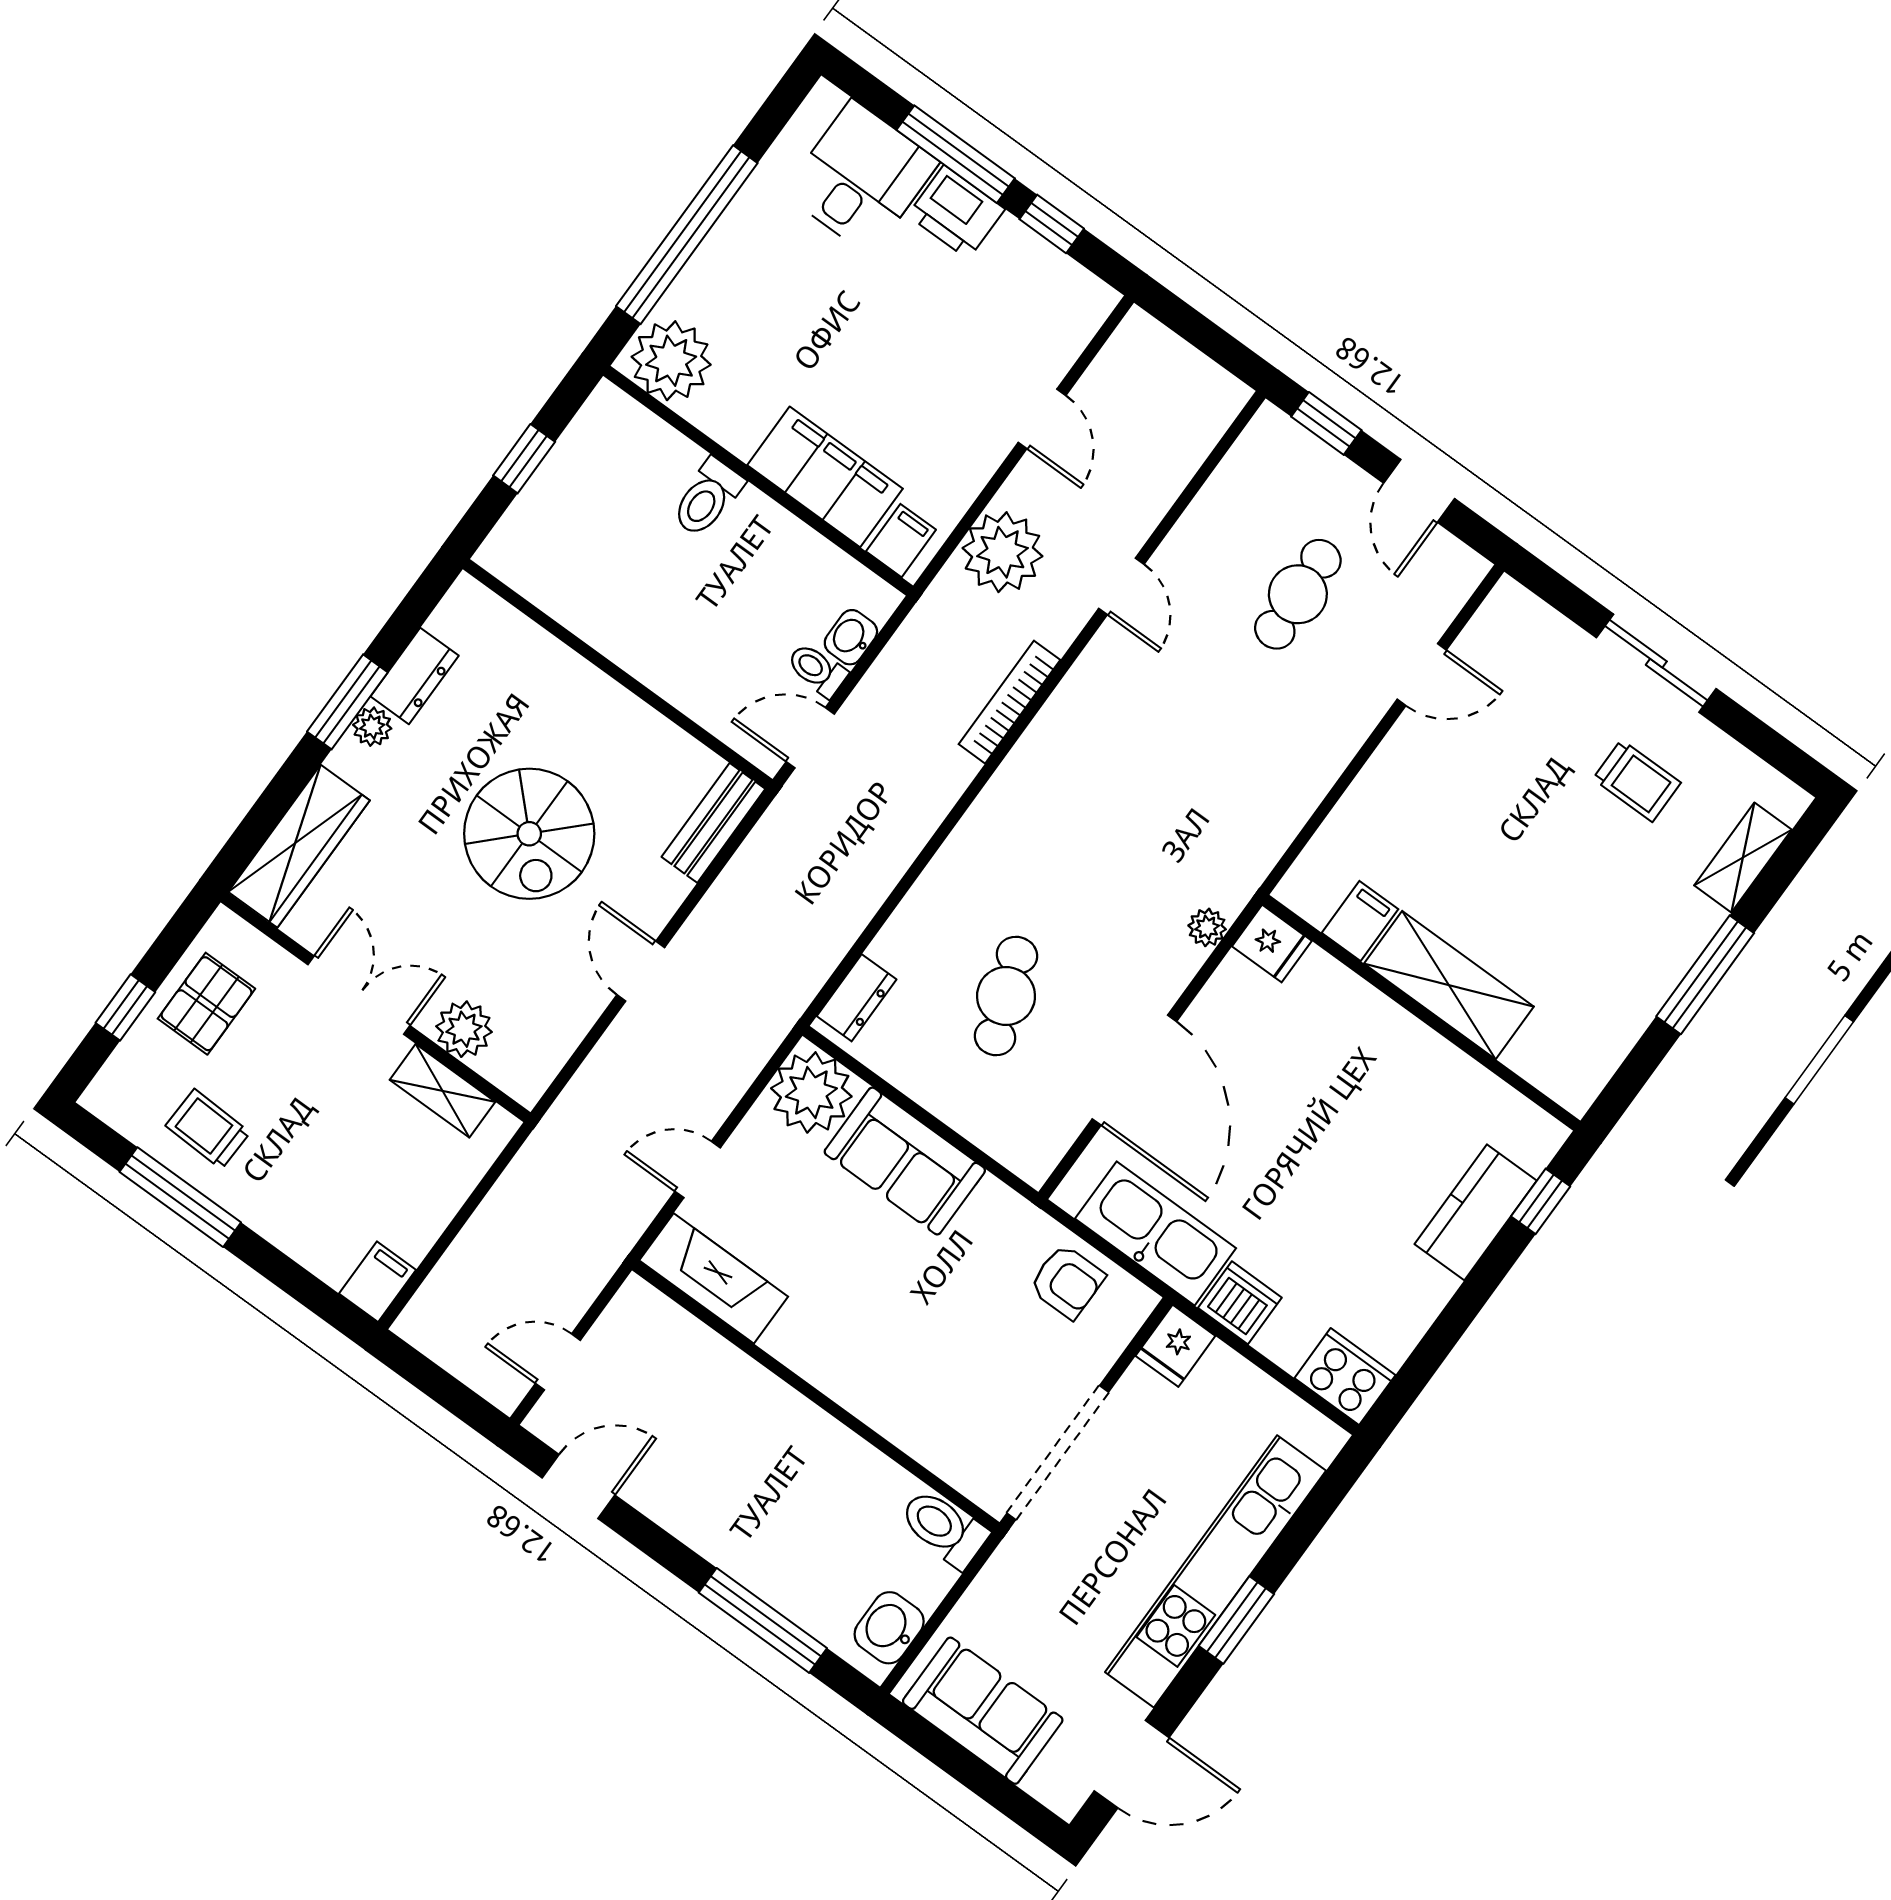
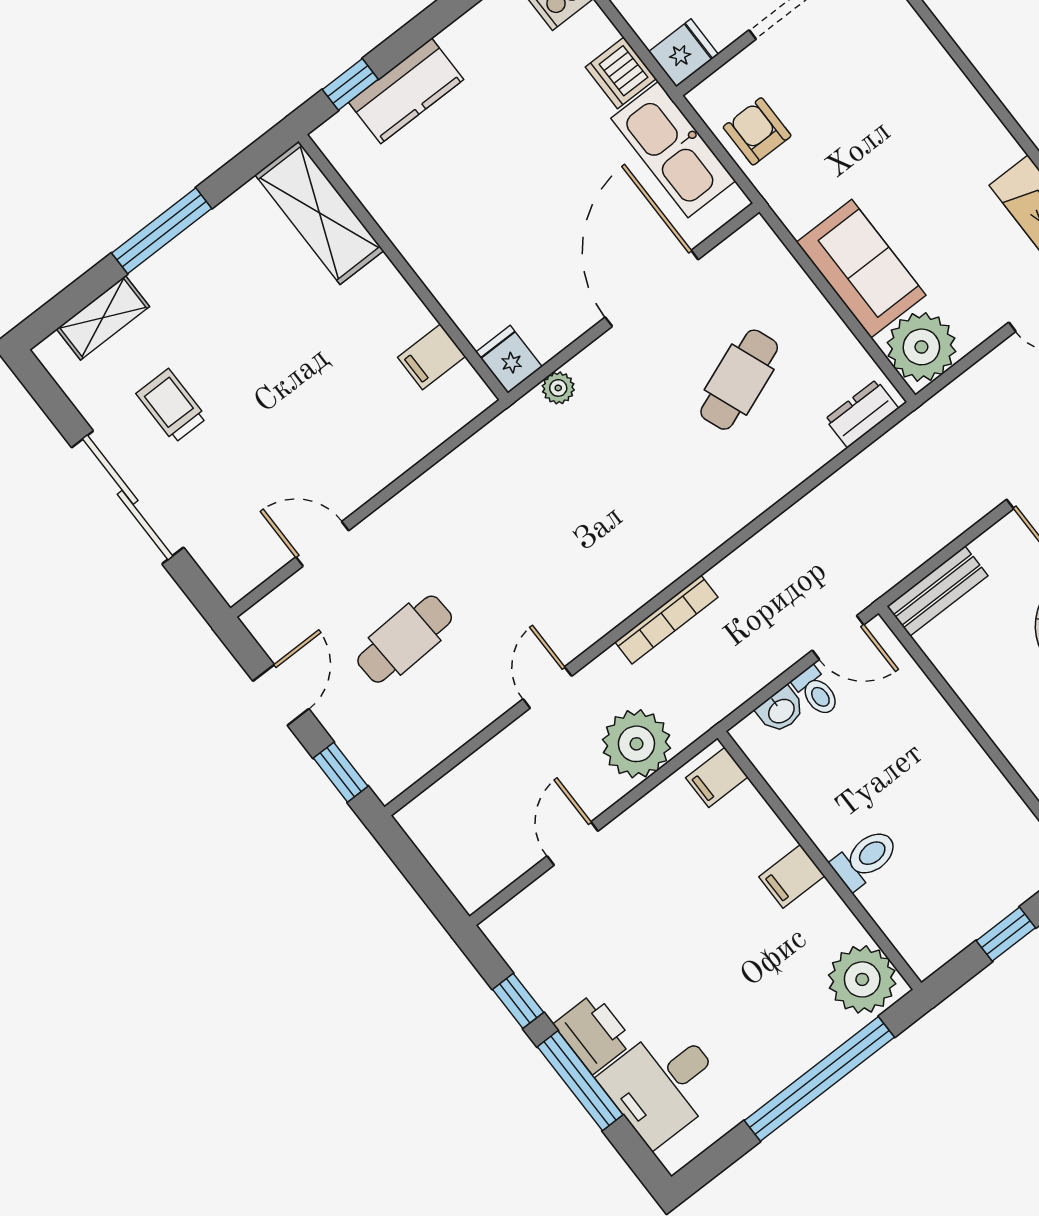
filing cabinet: (825, 477) -> (792, 876), width x0.33, depth x0.86
sliding door: (1656, 663) -> (128, 497), width x1.37
shelving: (1449, 985) -> (319, 213), moved

